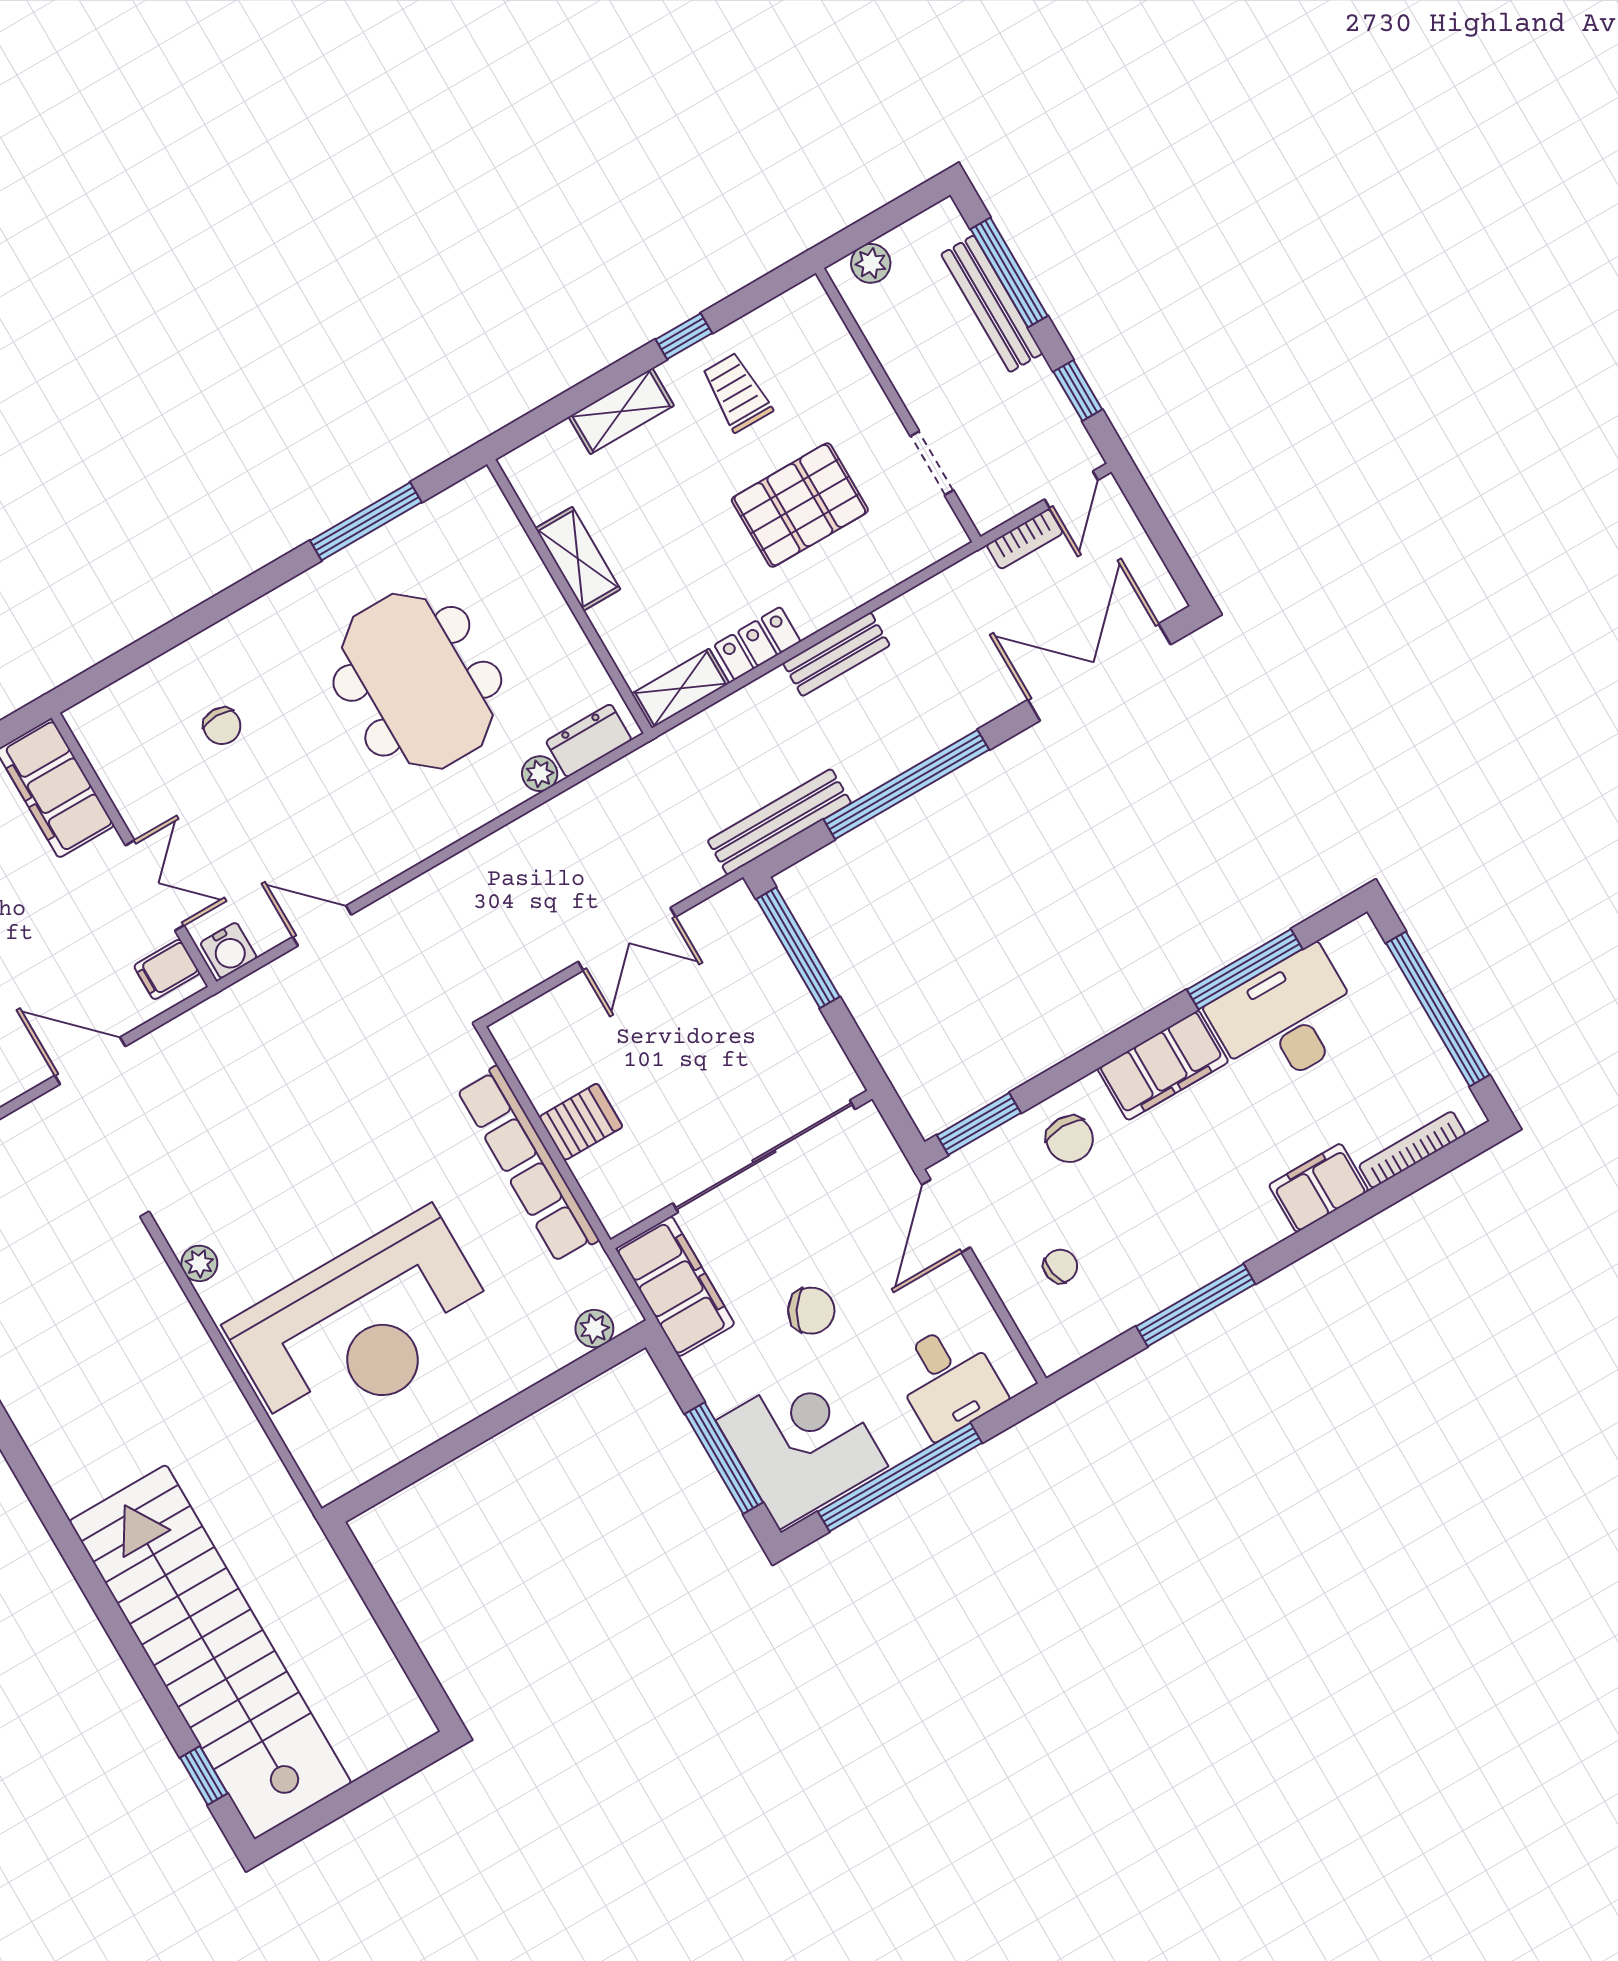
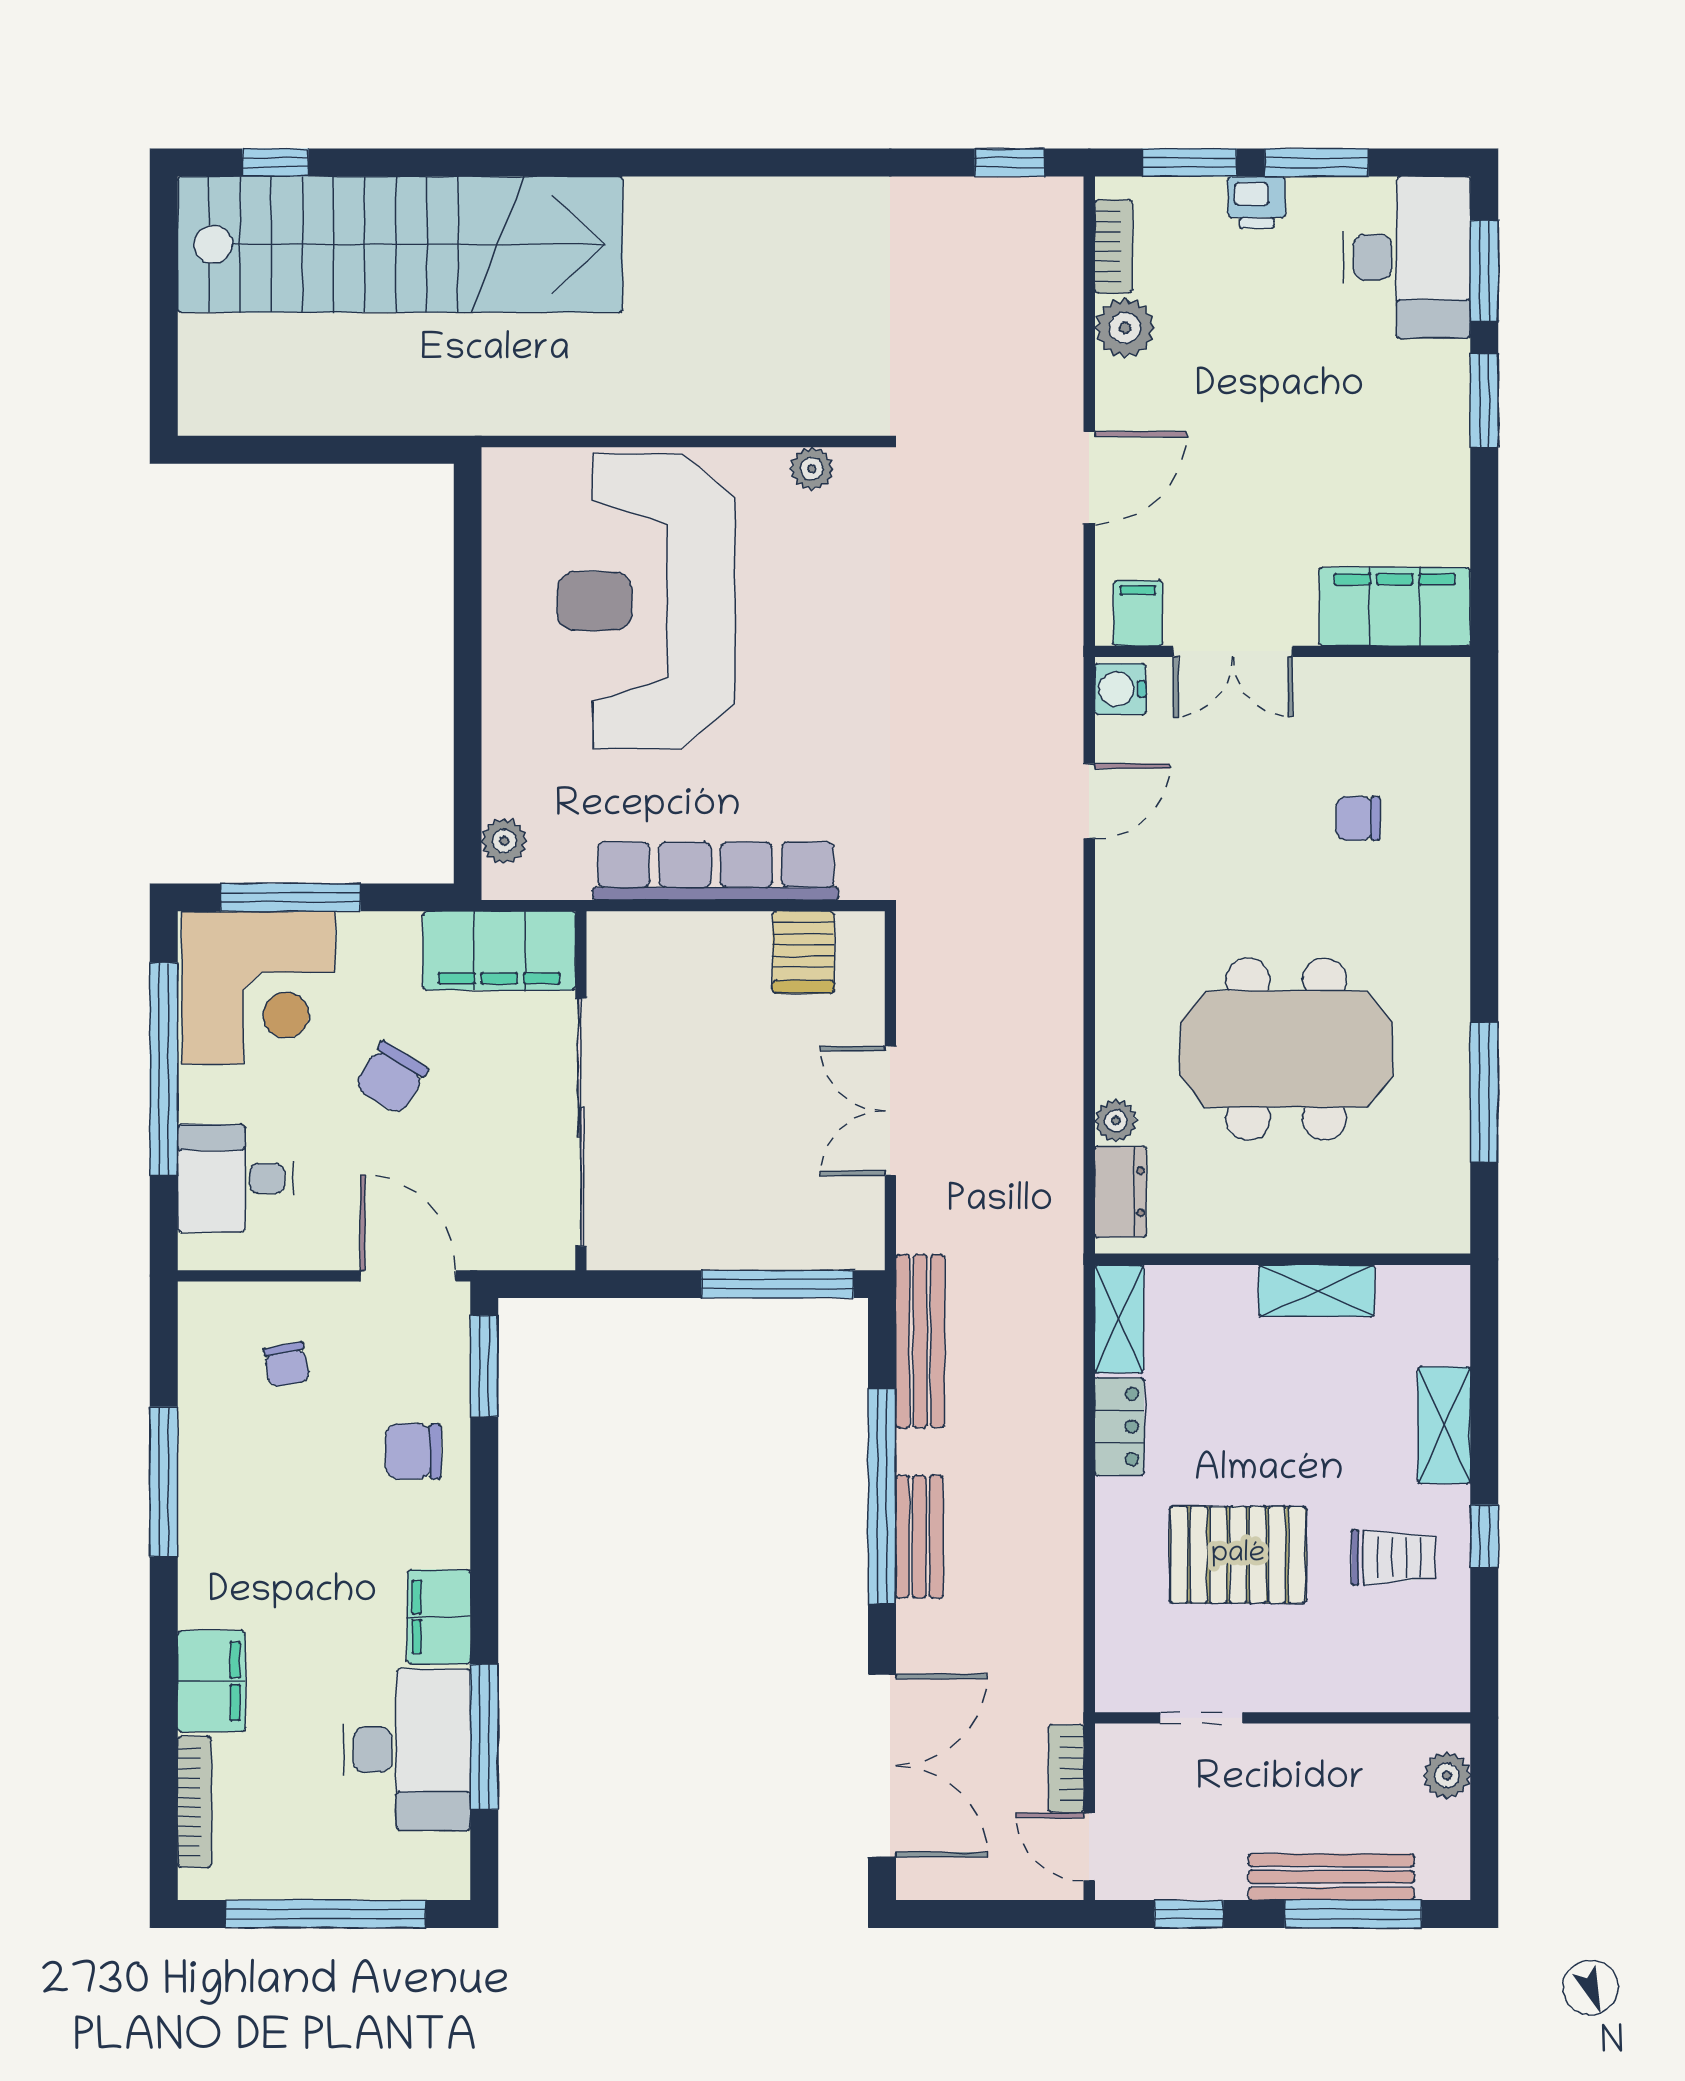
pallet: (800, 505) -> (1238, 1555), turned 90
bench: (836, 654) -> (919, 1537), moved
filing cabinet: (1163, 1065) -> (439, 1617), width x0.67, depth x0.86
server rack: (581, 1122) -> (803, 952), moved

